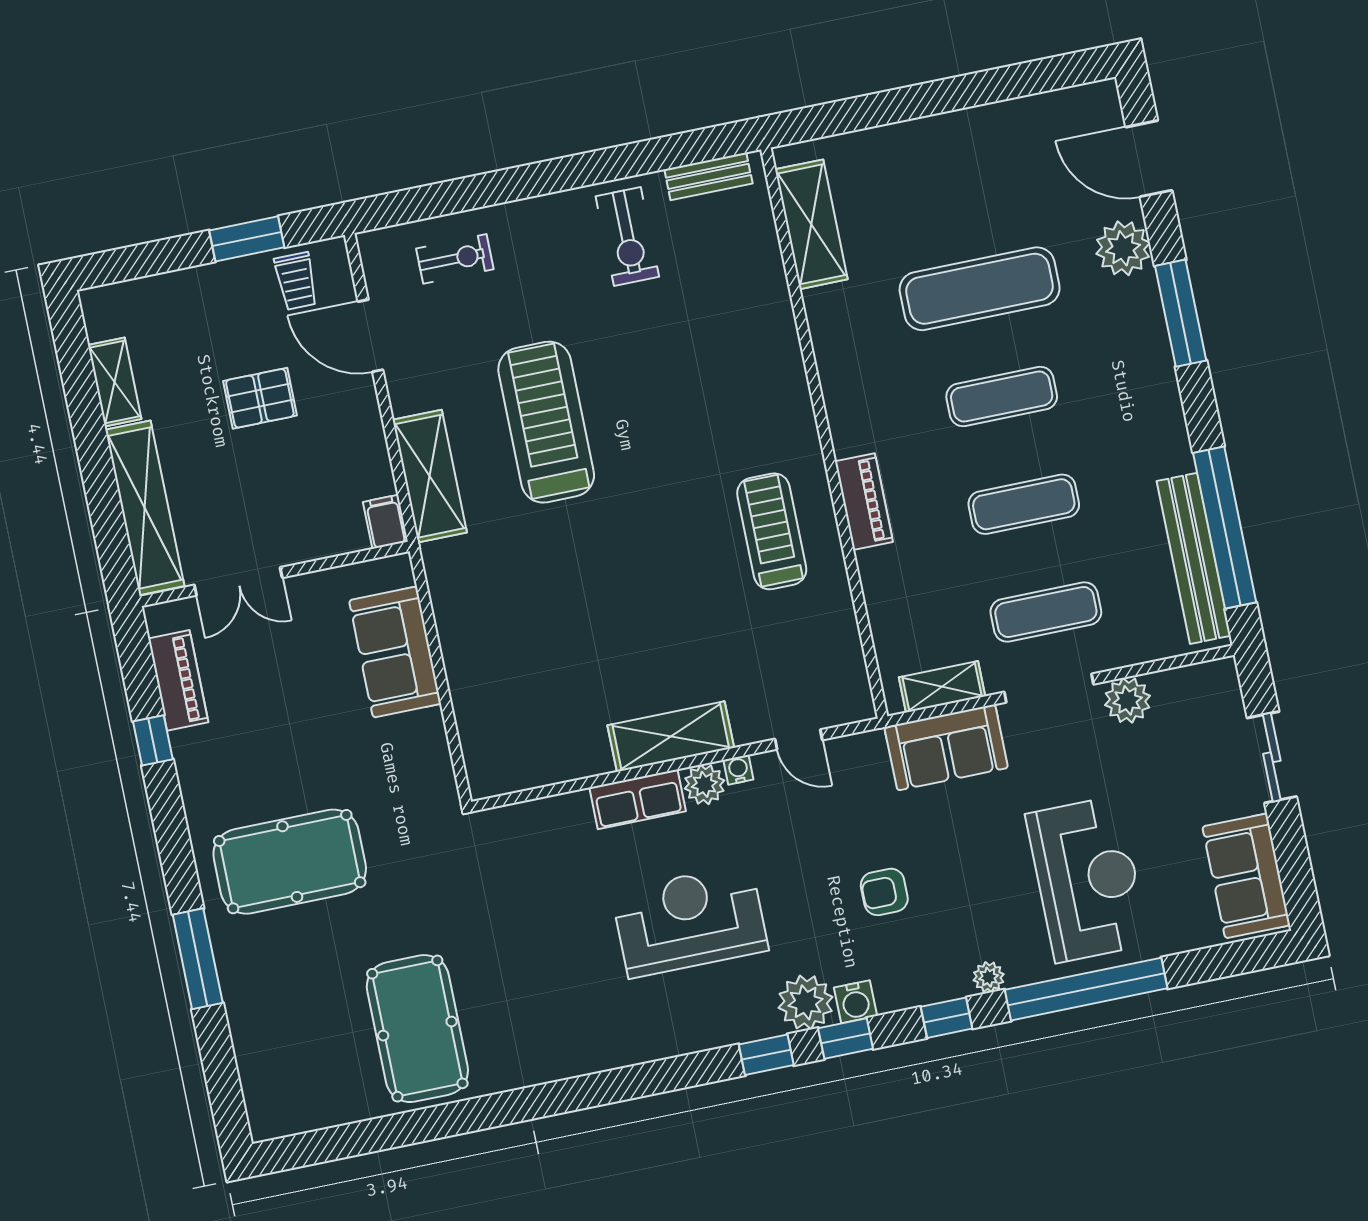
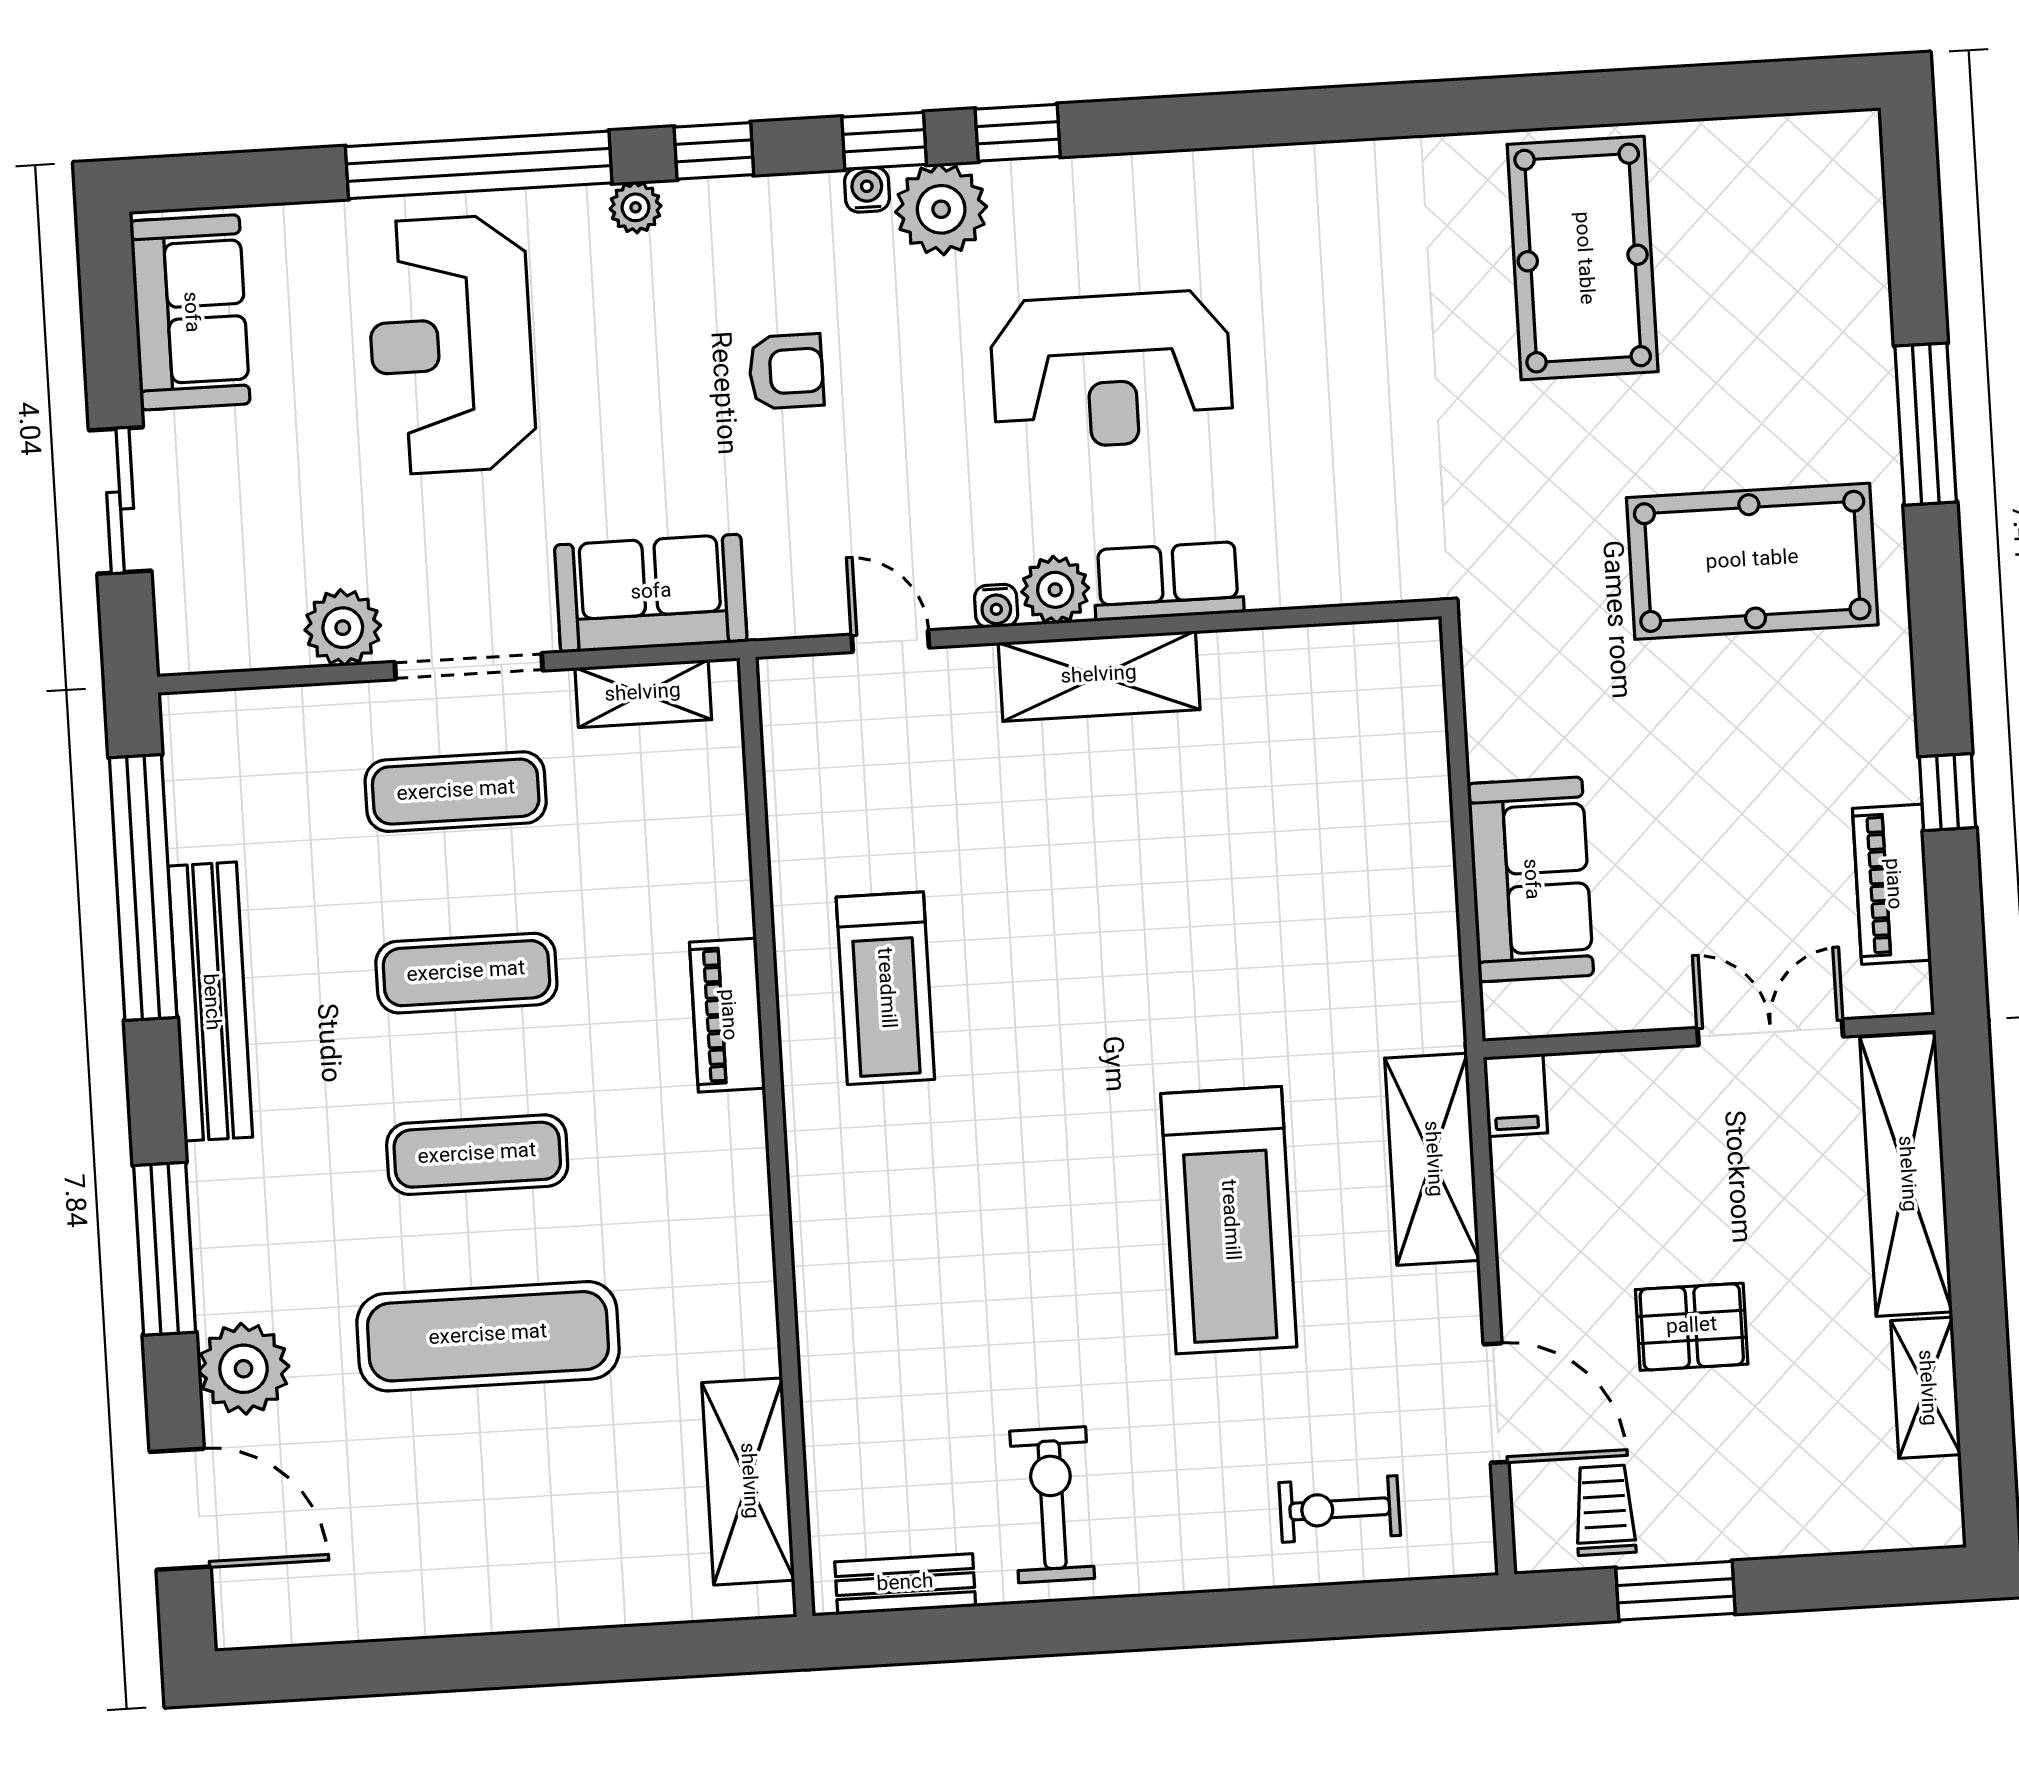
bench: (1194, 558) -> (210, 1002), moved
water cooler: (856, 1002) -> (867, 190), width x0.72, depth x0.72

